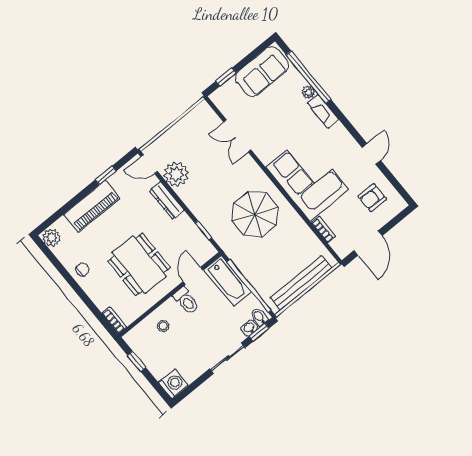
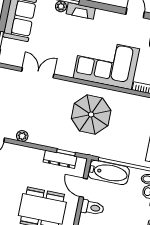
double door: (237, 136) -> (38, 73), swing flipped
plant: (176, 174) -> (22, 136), width x0.53, depth x0.53
dresser: (167, 200) -> (60, 159), moved

